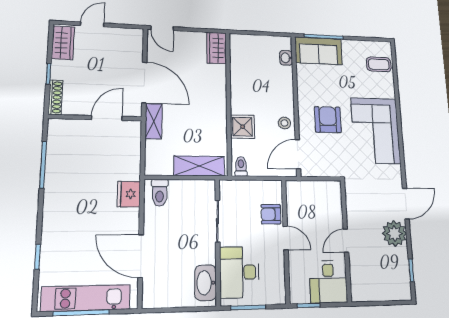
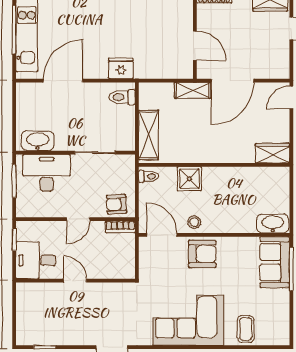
washbasin: (286, 58) -> (273, 224), width x1.91, depth x1.45
coffee table: (379, 64) -> (246, 329), moved
armchair: (328, 120) -> (202, 254), moved
bookcase: (292, 195) -> (120, 227), added
armchair: (271, 214) -> (117, 204), moved, turned -93
plant: (394, 233) -> (82, 332), removed

